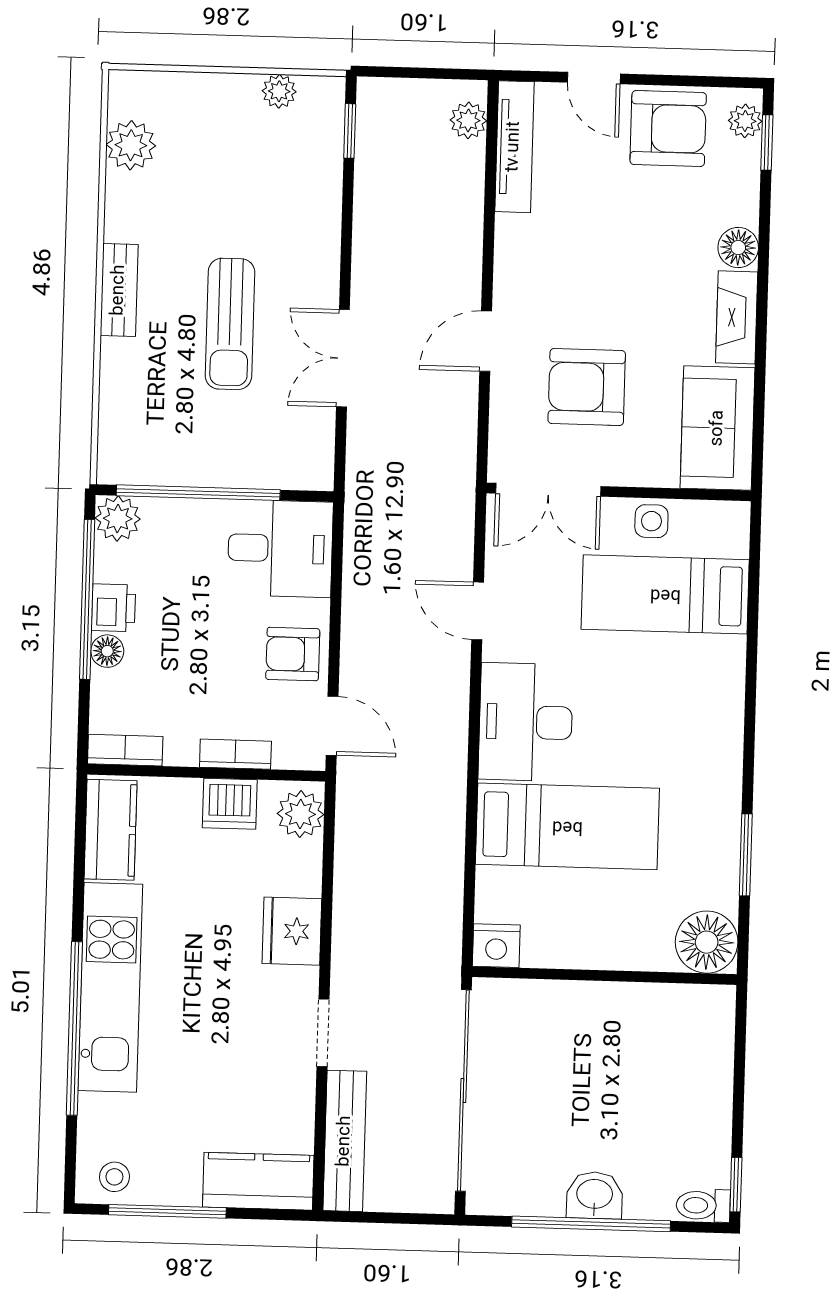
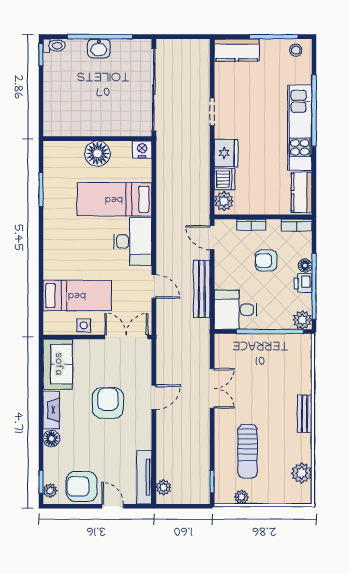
sun lounger: (230, 324) -> (247, 451), moved, turned 180
armchair: (587, 387) -> (108, 403), moved, turned -90
armchair: (293, 654) -> (266, 260), moved, turned 180
dishwasher: (230, 804) -> (224, 179), moved, turned 90
floor lamp: (707, 942) -> (97, 154), moved
bench: (345, 1141) -> (202, 289), moved

